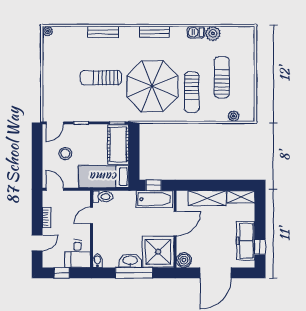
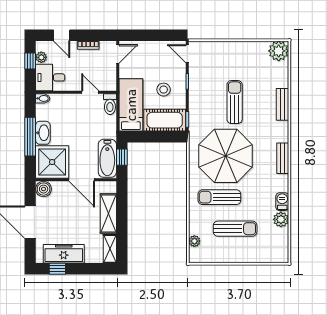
plant: (48, 31) -> (279, 51), width x1.87, depth x1.87
stool: (65, 153) -> (164, 90), moved
plant: (58, 262) -> (41, 57), added

